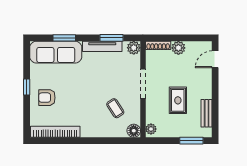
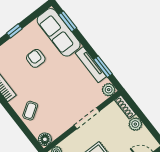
window: (64, 38) -> (68, 21), moved
armchair: (47, 98) -> (36, 58), moved
coffee table: (115, 108) -> (30, 111), moved

